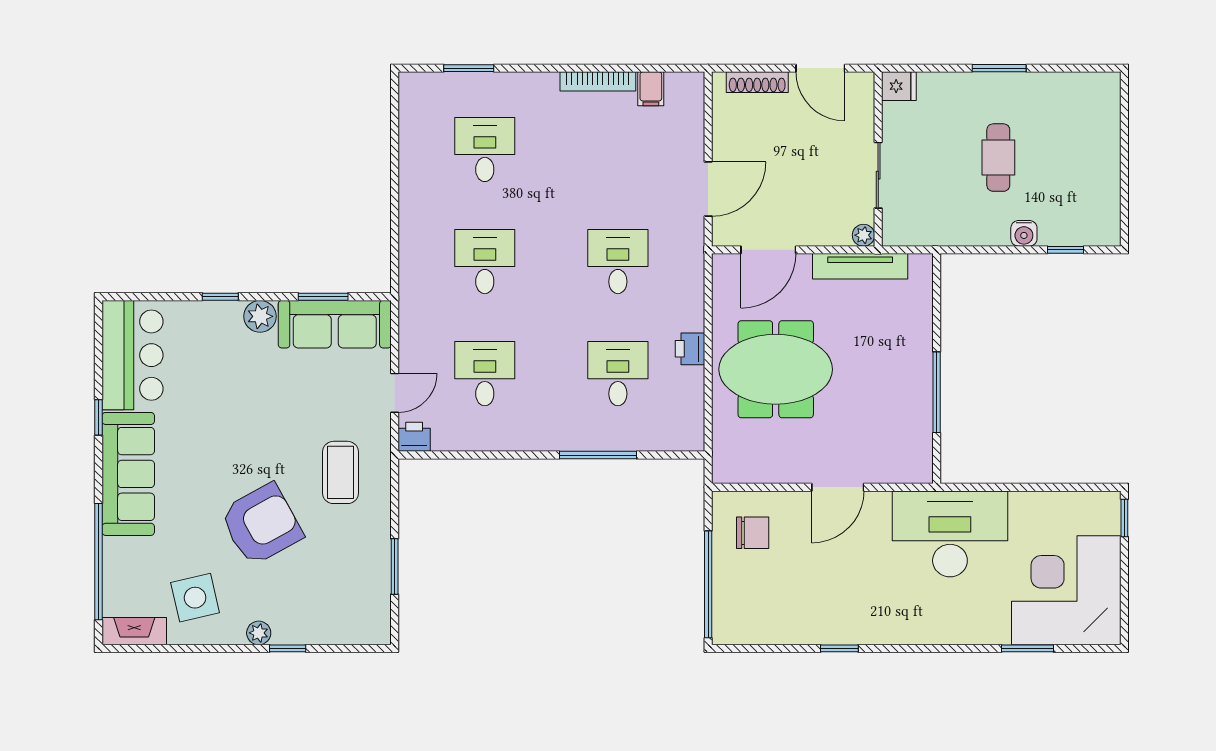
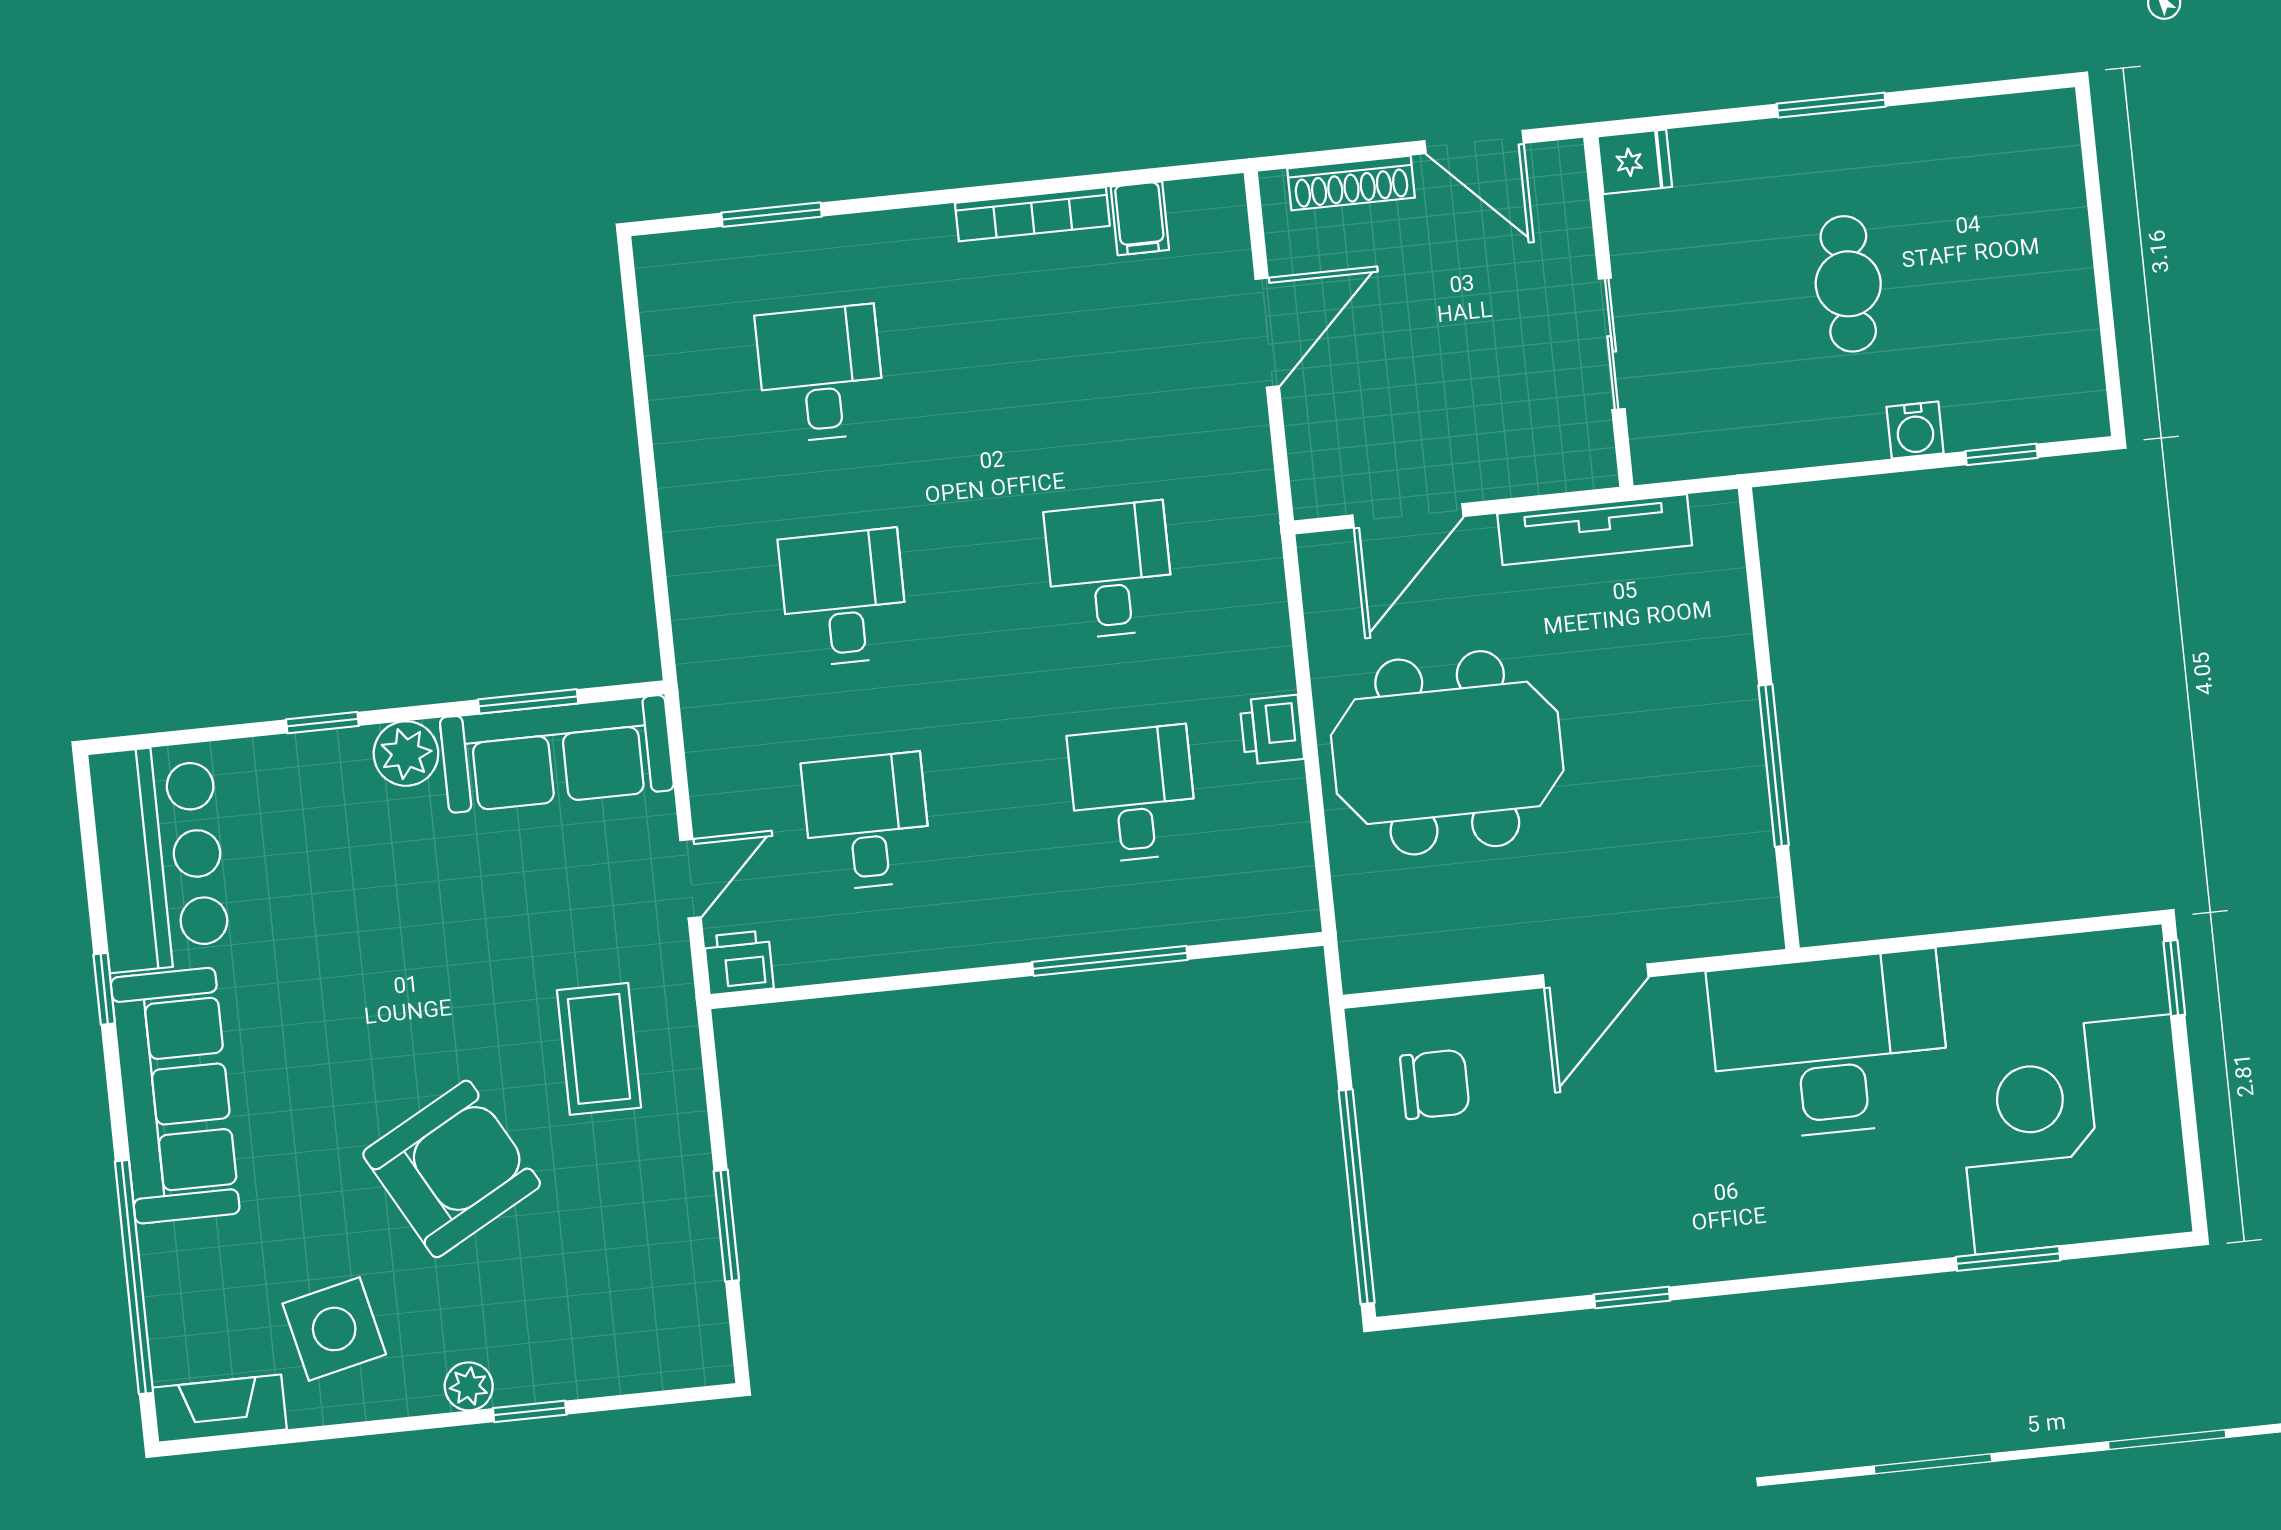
door: (708, 189) -> (1267, 333), moved
plant: (863, 235) -> (1595, 467), removed

